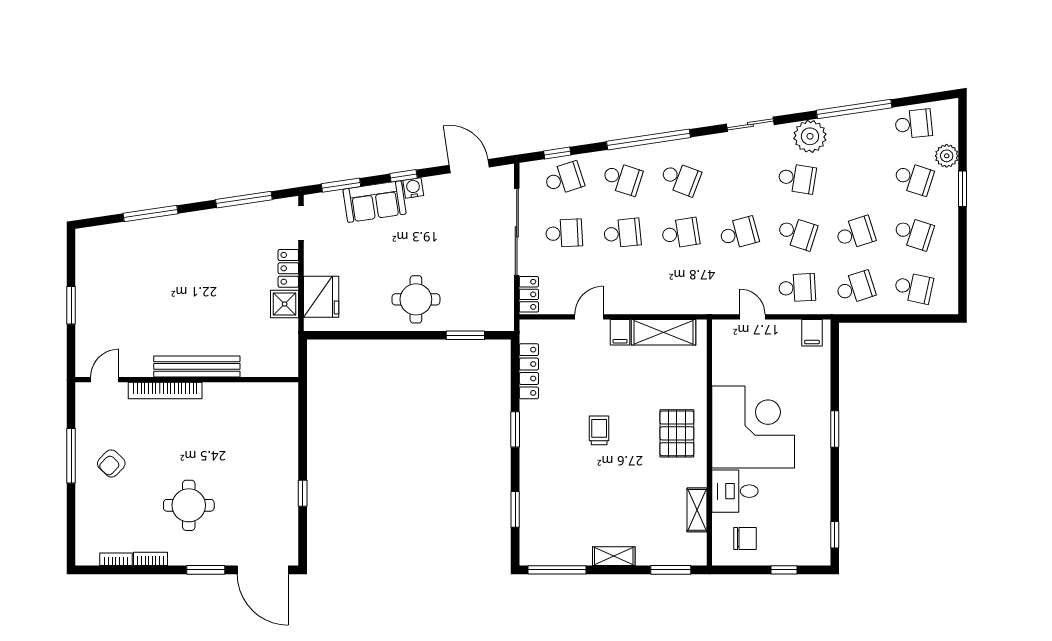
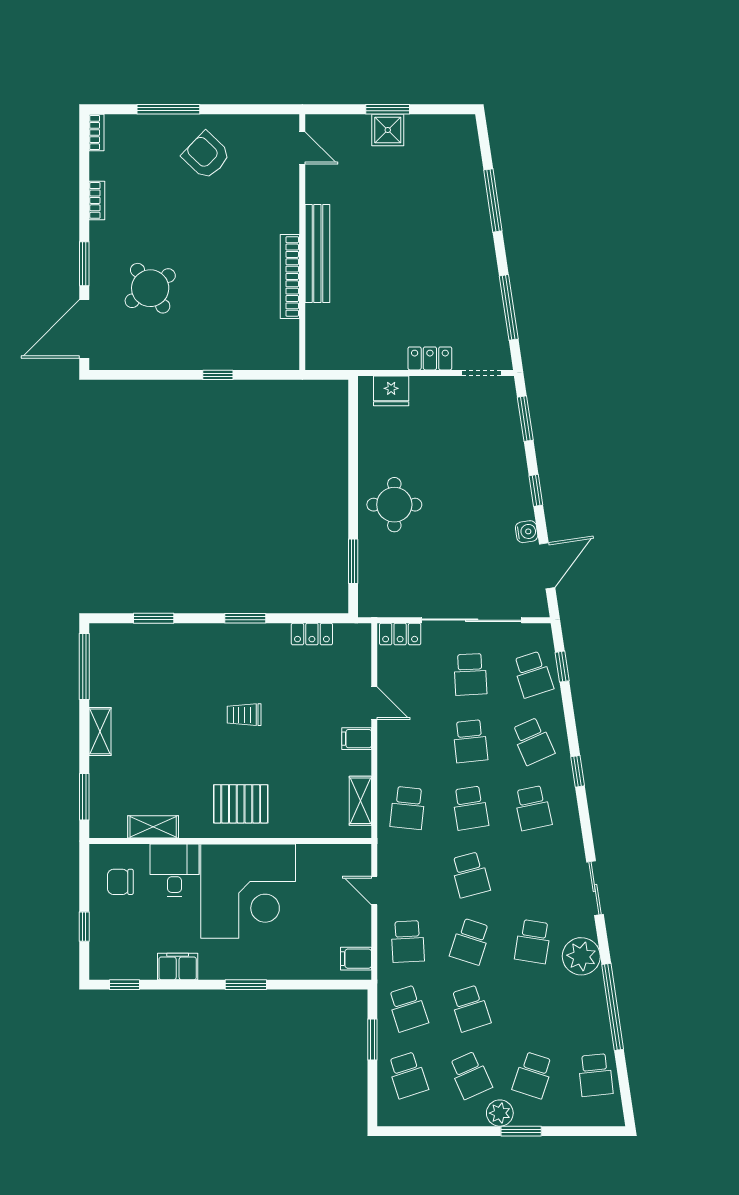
window: (649, 139) -> (578, 771), width x0.32
plant: (947, 156) -> (500, 1113), moved
school desk: (622, 178) -> (533, 741), turned -42
school desk: (681, 178) -> (533, 808), turned -33
water cooler: (413, 188) -> (527, 532), moved
sofa: (375, 202) -> (506, 457), removed
school desk: (914, 233) -> (470, 1075), turned -42
school desk: (681, 288) -> (408, 808), added
school desk: (914, 288) -> (408, 1075), turned -30
fridge: (321, 297) -> (391, 391), width x0.73, depth x0.75
shower: (285, 304) -> (388, 130), moved
door: (753, 317) -> (374, 890), swing flipped
window: (883, 319) -> (372, 1040), added
shelving: (664, 332) -> (360, 801), width x0.67, depth x0.75
locker: (529, 371) -> (312, 634), width x0.66
bookcase: (165, 391) -> (290, 276), moved
trolley: (599, 430) -> (244, 715), turned 180
window: (71, 456) -> (168, 109), moved
armchair: (111, 463) -> (206, 155), width x1.38, depth x1.38
filing cabinet: (819, 488) -> (178, 966), added
window: (303, 493) -> (218, 375), moved
round table: (189, 505) -> (150, 288), moved, turned -35
chair: (745, 538) -> (120, 882), turned 90
bookcase: (116, 559) -> (96, 133), moved

